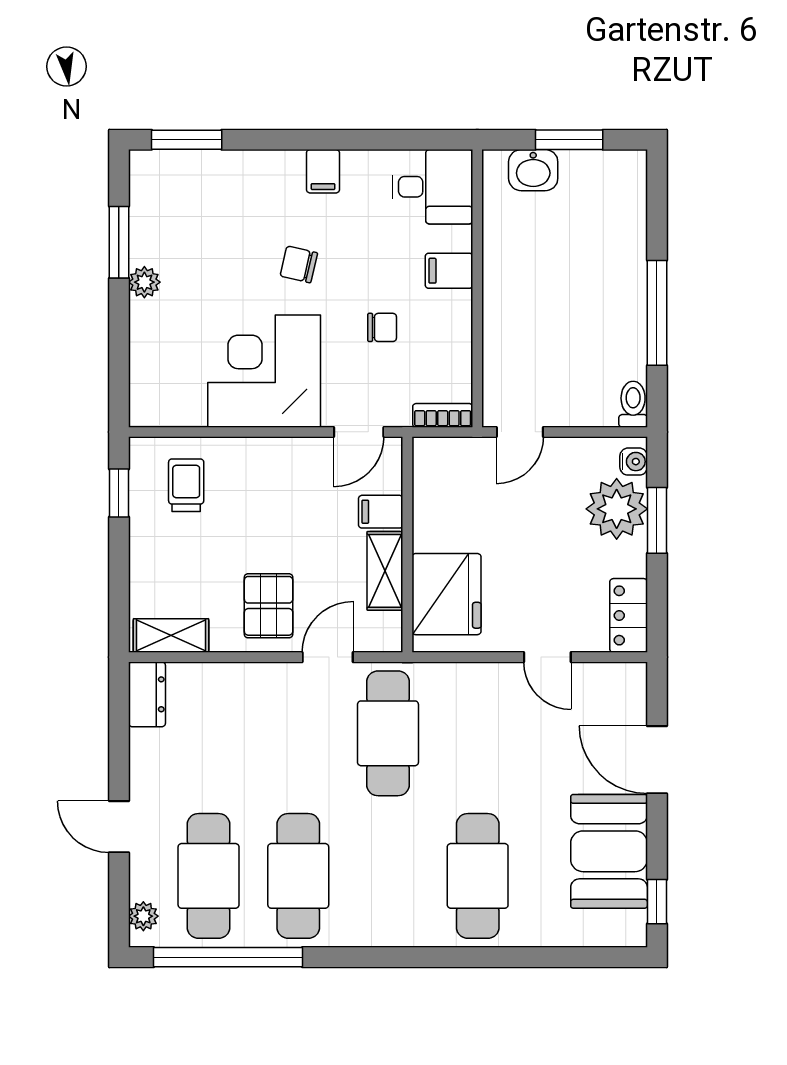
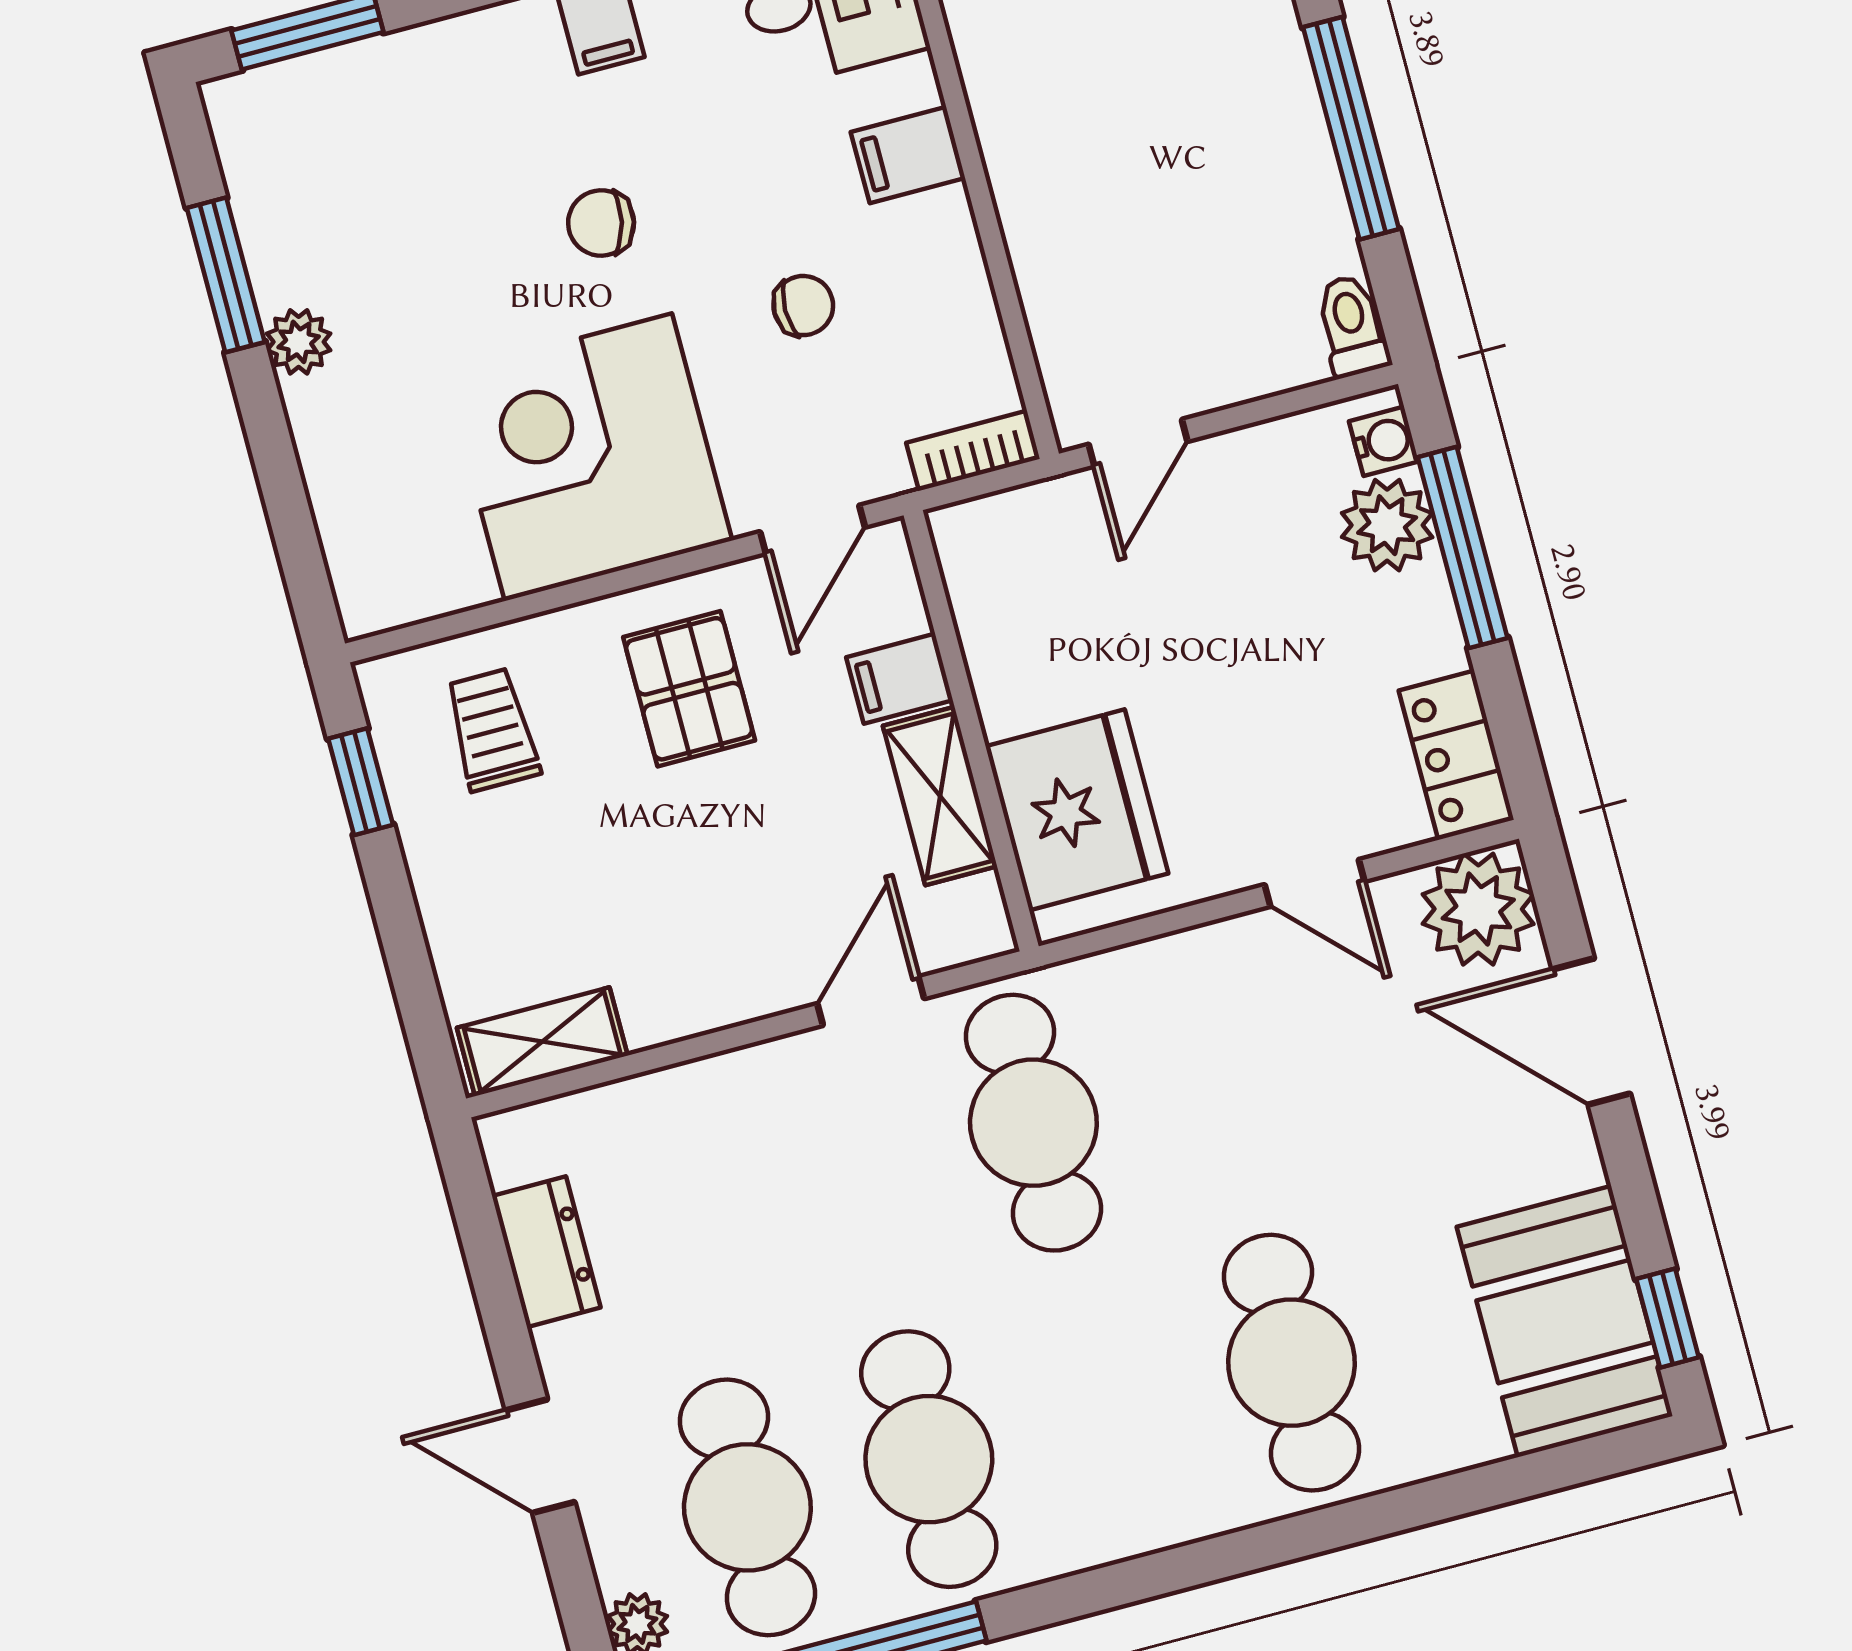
plant: (617, 509) -> (1387, 525), width x0.73, depth x0.73
window: (657, 520) -> (1463, 548), width x1.44
pallet: (269, 606) -> (689, 689), moved
plant: (620, 689) -> (1478, 909), added
dresser: (147, 694) -> (546, 1252), moved
booth: (609, 851) -> (1565, 1321), moved

